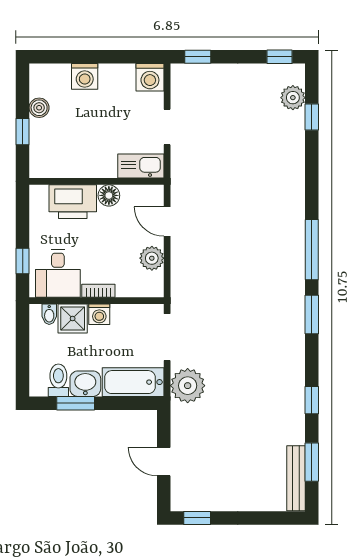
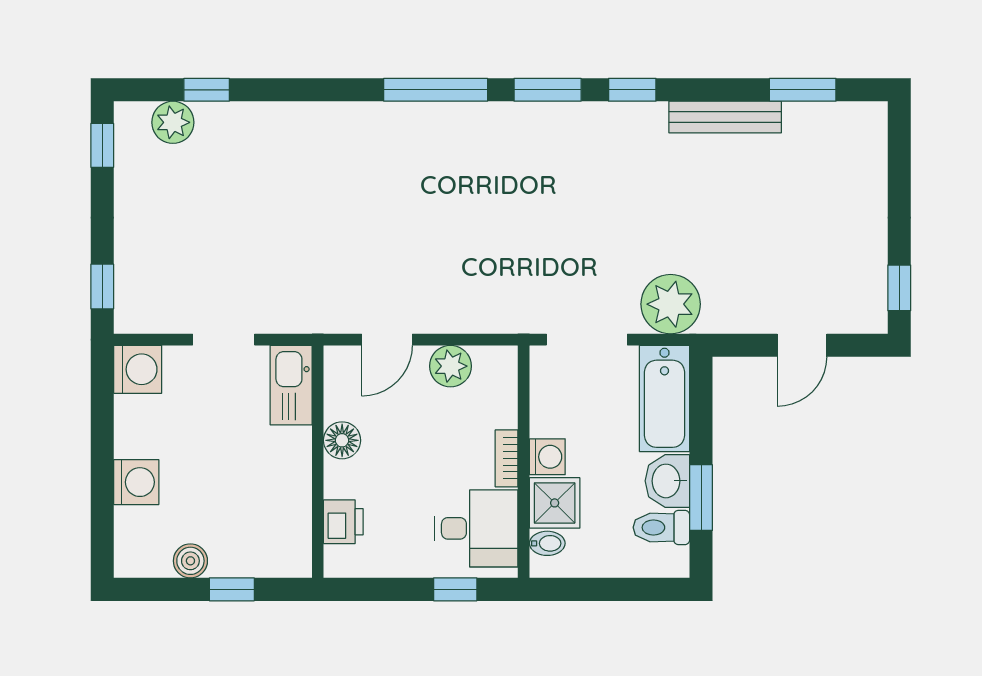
printer: (73, 202) -> (343, 522), width x0.53, depth x0.68
window: (312, 400) -> (632, 90), moved
bench: (296, 478) -> (725, 117), moved

